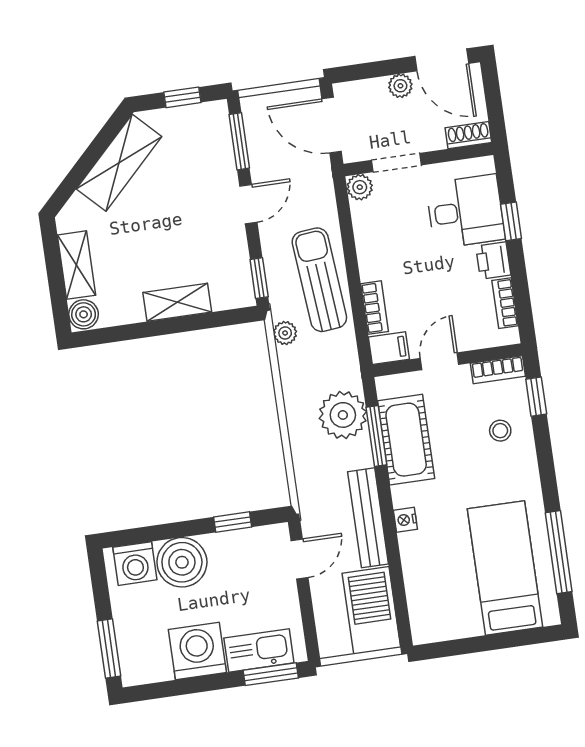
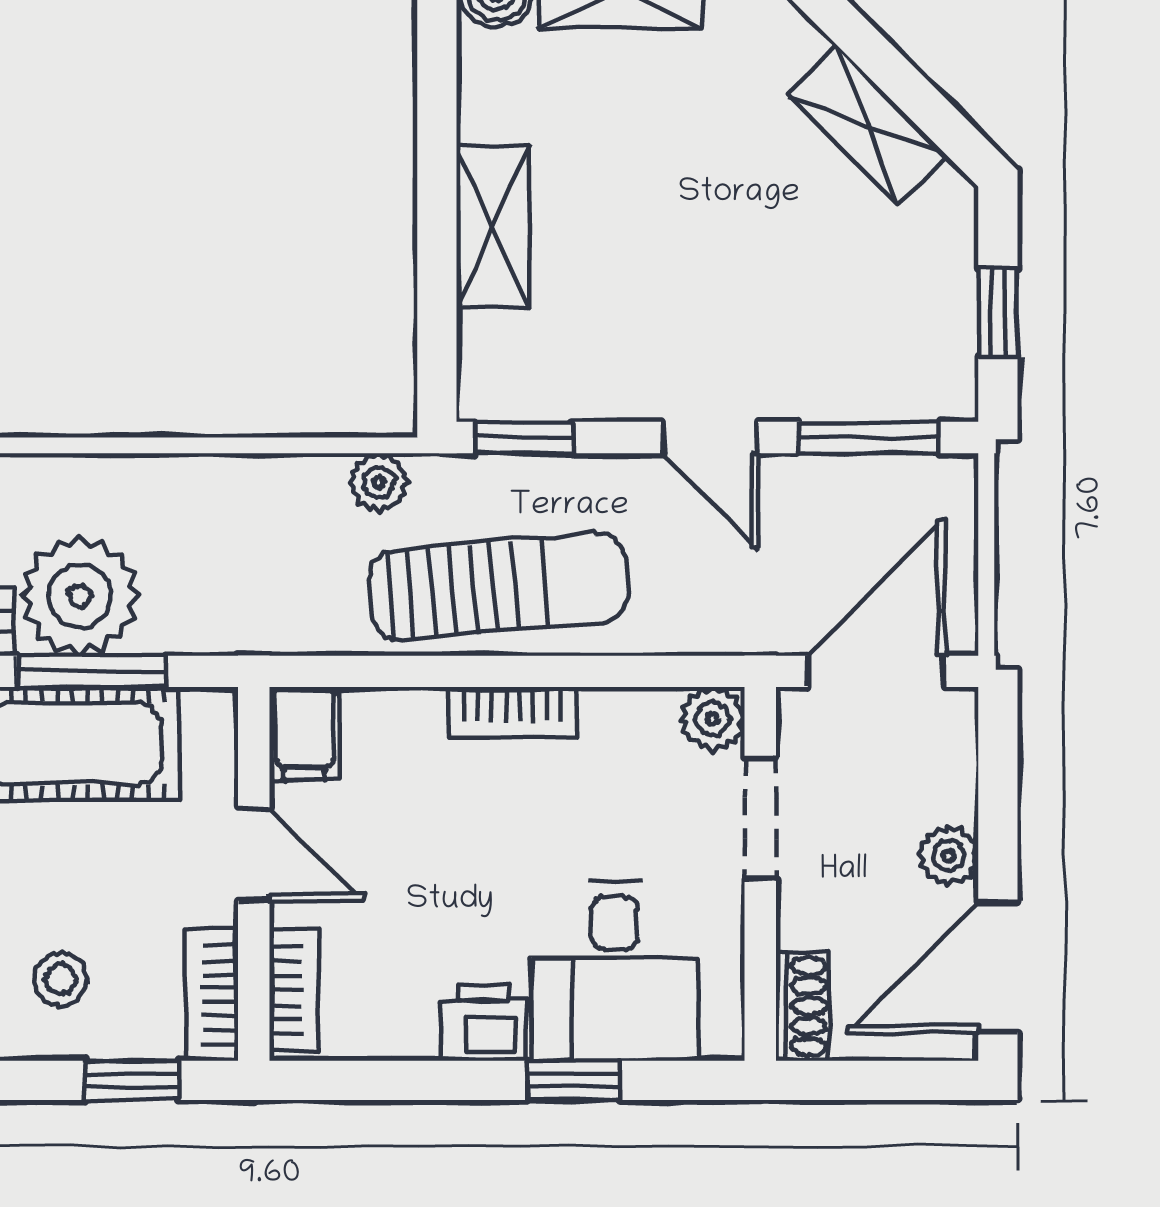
shelving: (119, 163) -> (867, 124), width x0.67, depth x0.75
bookcase: (505, 303) -> (294, 990), moved, turned 90
bookcase: (375, 308) -> (512, 713), moved
plant: (343, 415) -> (80, 596), moved

